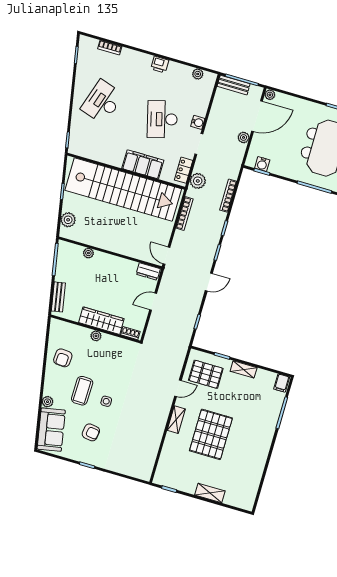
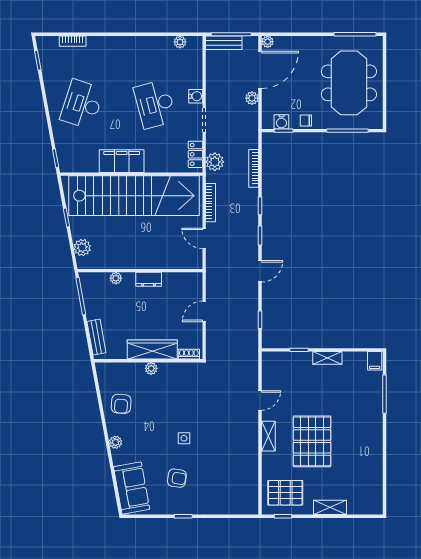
printer: (160, 65) -> (134, 44), removed
filing cabinet: (143, 164) -> (122, 161), moved
chair: (283, 169) -> (306, 120), added
door: (166, 256) -> (204, 238), moved
dresser: (148, 271) -> (149, 279), moved
pallet: (206, 374) -> (285, 493), moved
coffee table: (82, 391) -> (153, 434), removed
plant: (48, 402) -> (115, 442), moved

